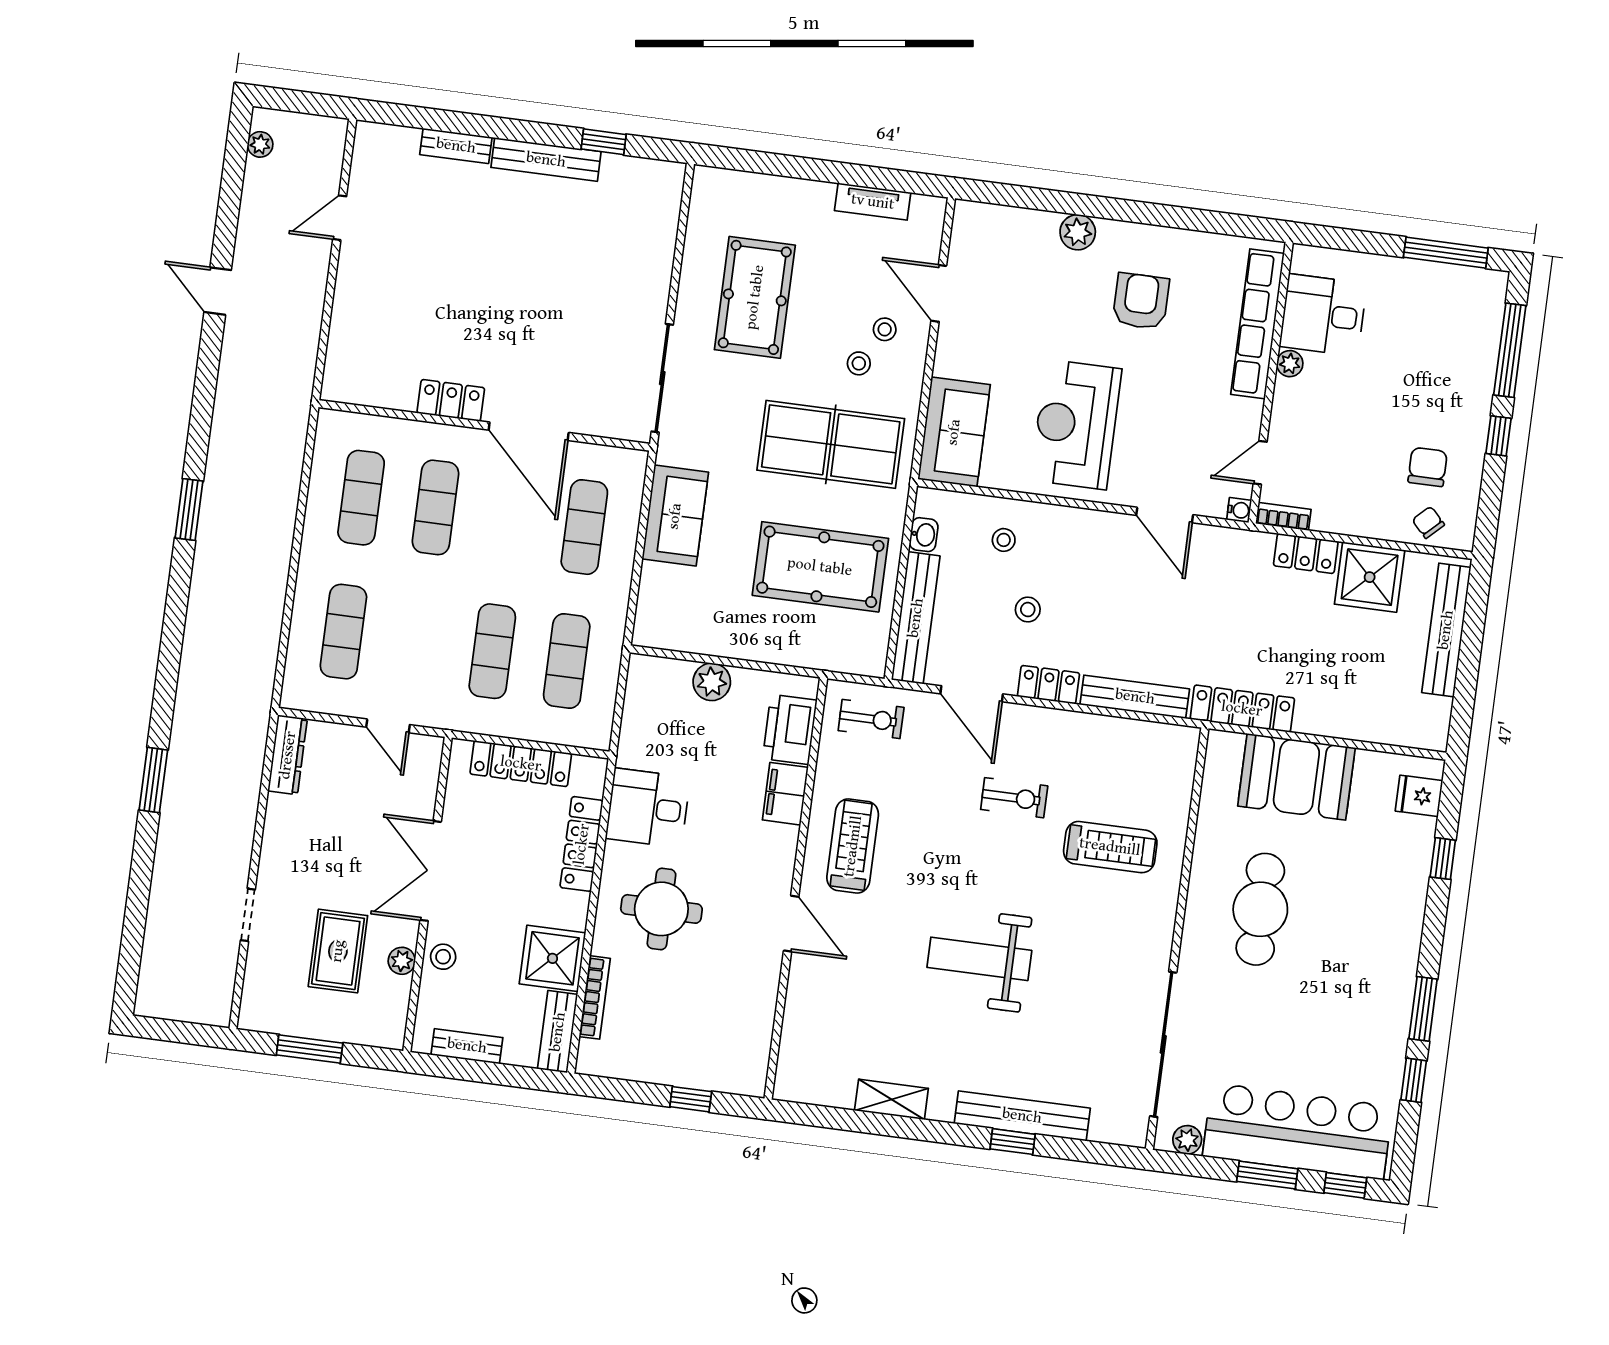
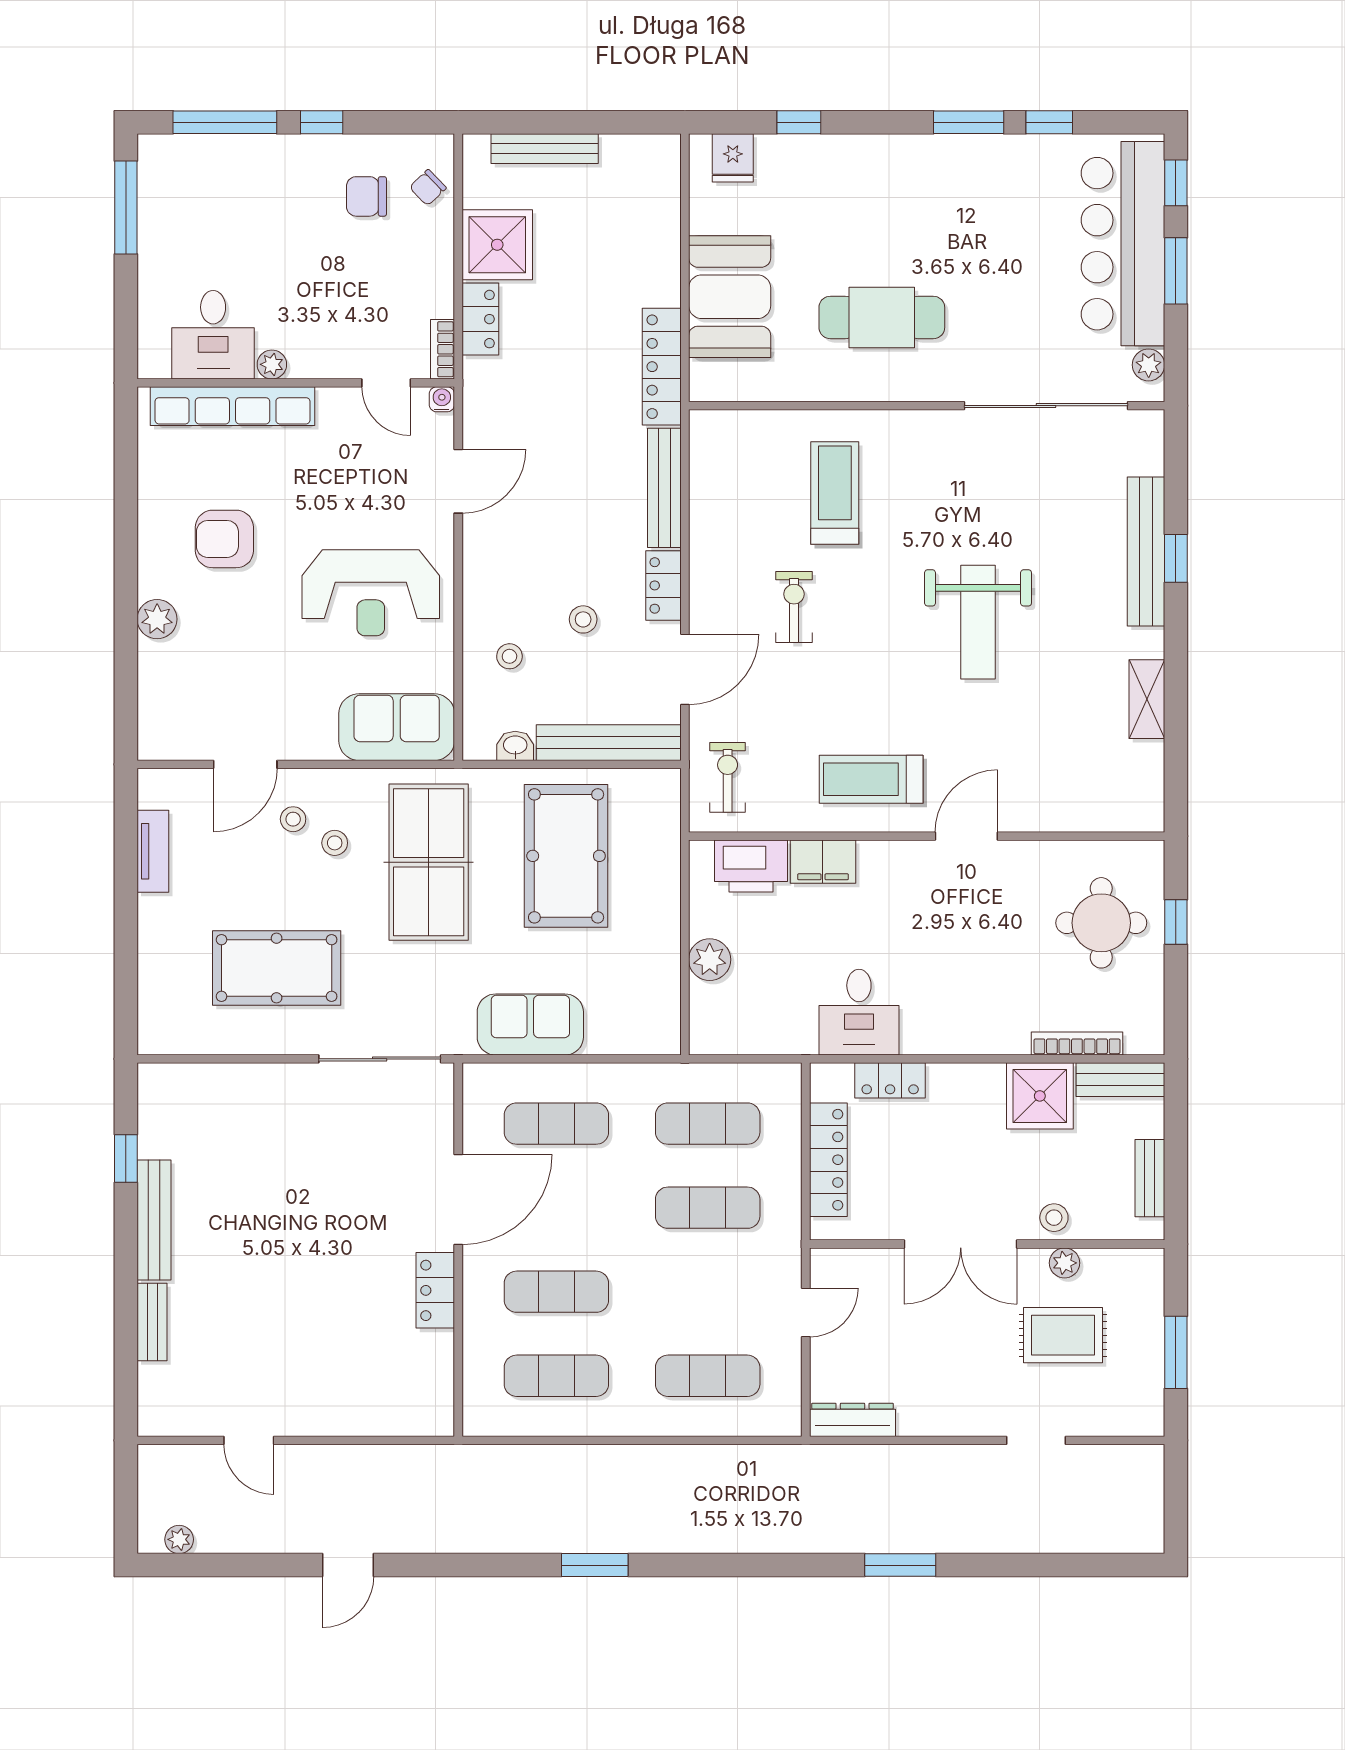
bench: (1446, 630) -> (545, 149), width x0.73, depth x0.82
locker: (582, 844) -> (890, 1080), width x0.66
round table: (661, 909) -> (1101, 923), moved

